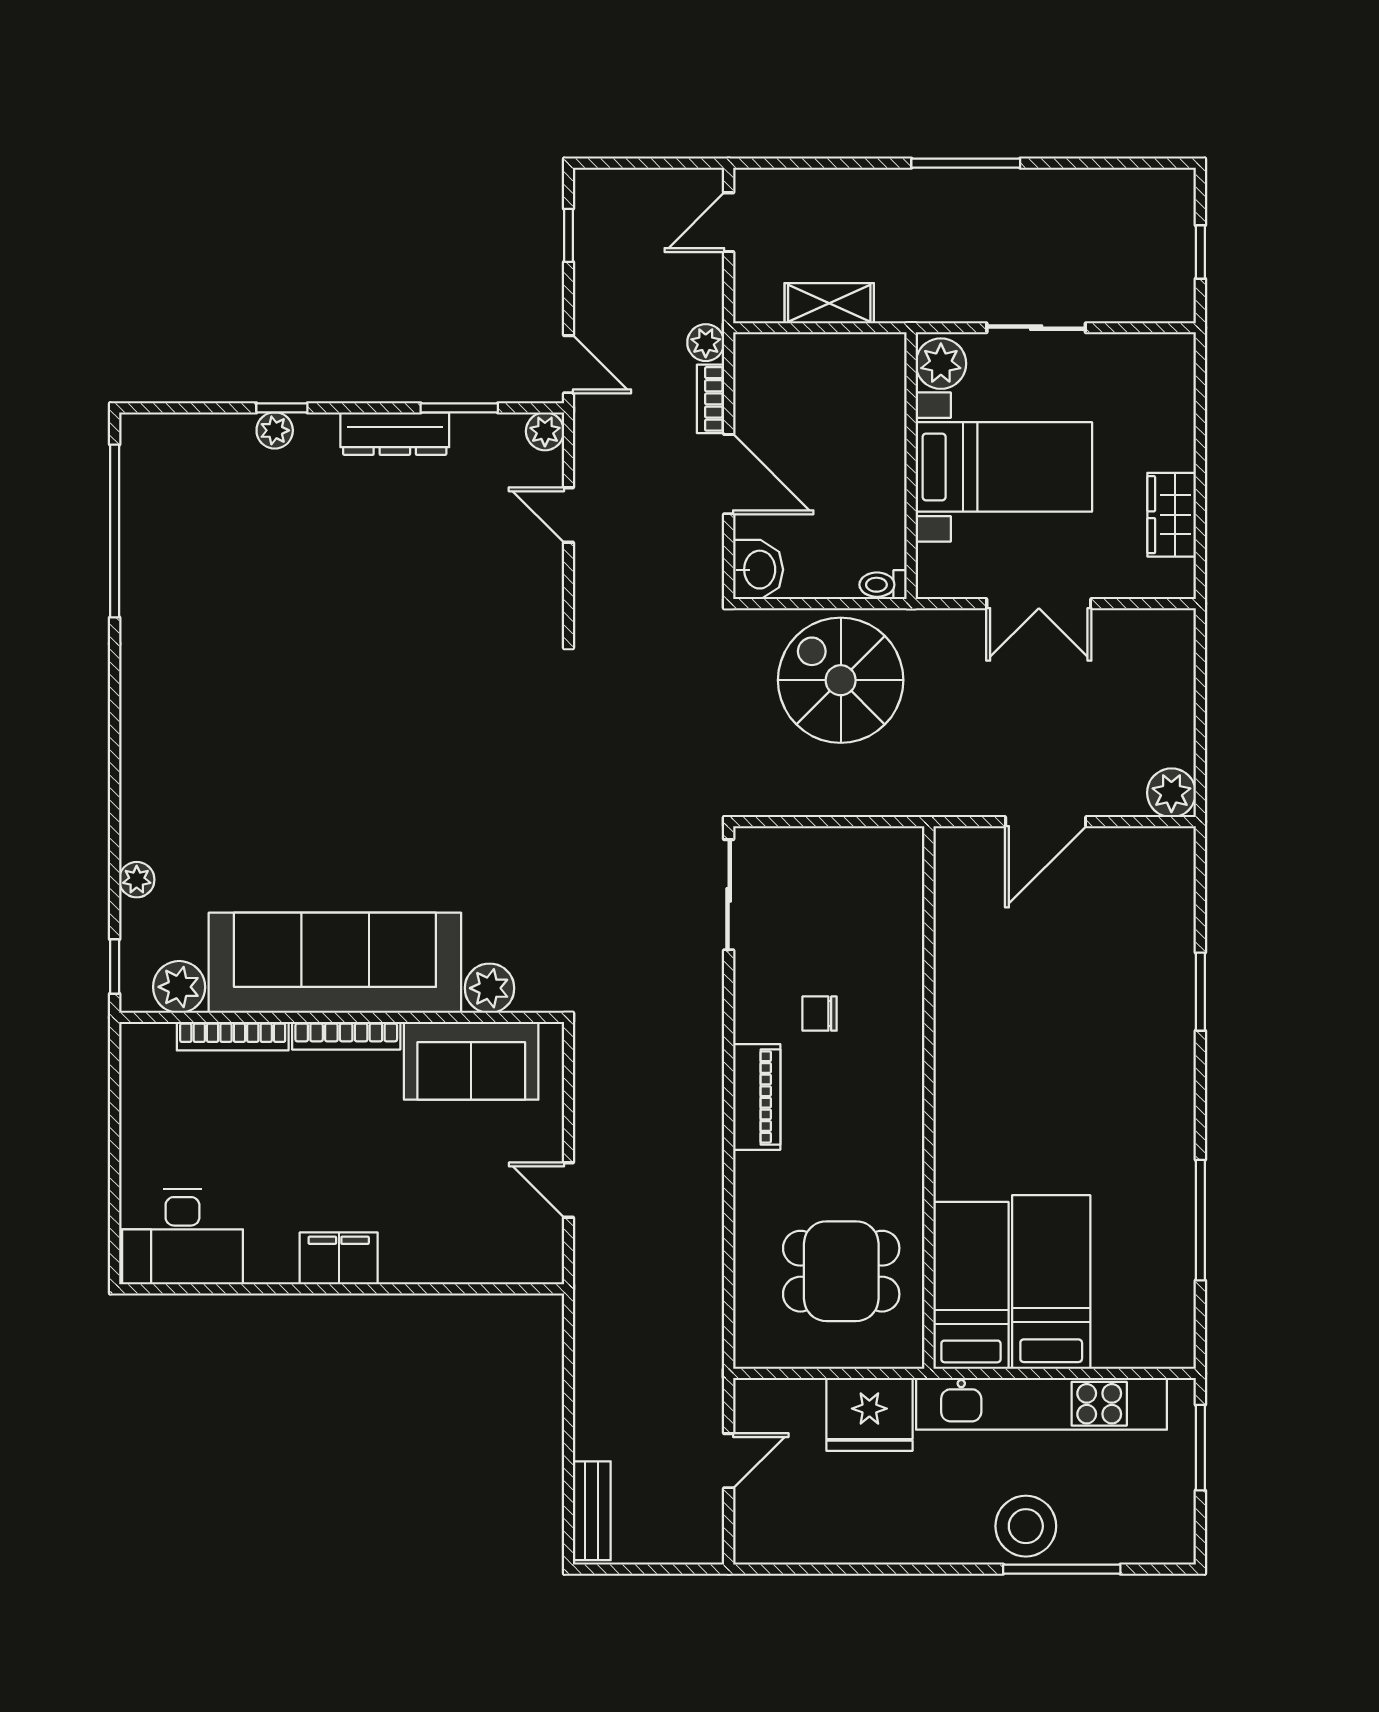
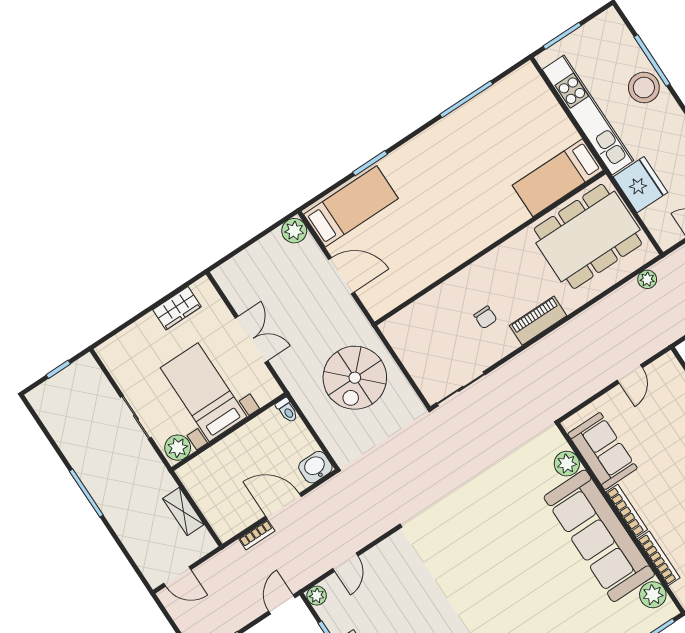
plant: (706, 343) -> (647, 279), moved
door: (729, 474) -> (283, 506), hinge flipped
spiral stairs: (841, 680) -> (355, 378), moved
dining table: (841, 1271) -> (588, 236), width x1.88, depth x1.24
bed: (1051, 1282) -> (351, 206), moved, turned 180

